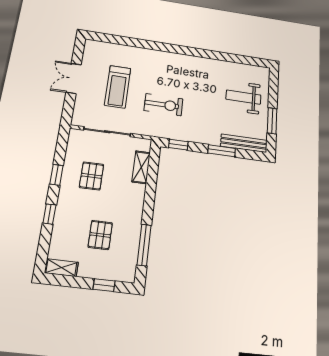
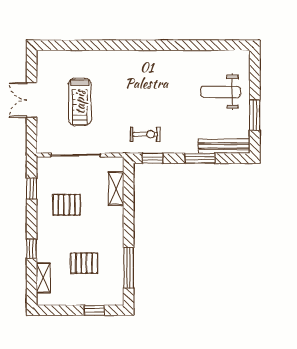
exercise bike: (164, 105) -> (145, 134), moved, width x0.73, depth x0.72
window: (56, 175) -> (32, 189), moved
pallet: (92, 176) -> (67, 205), turned 90
pallet: (100, 235) -> (84, 263), turned 90
shelving: (61, 268) -> (43, 278), moved, turned 90

